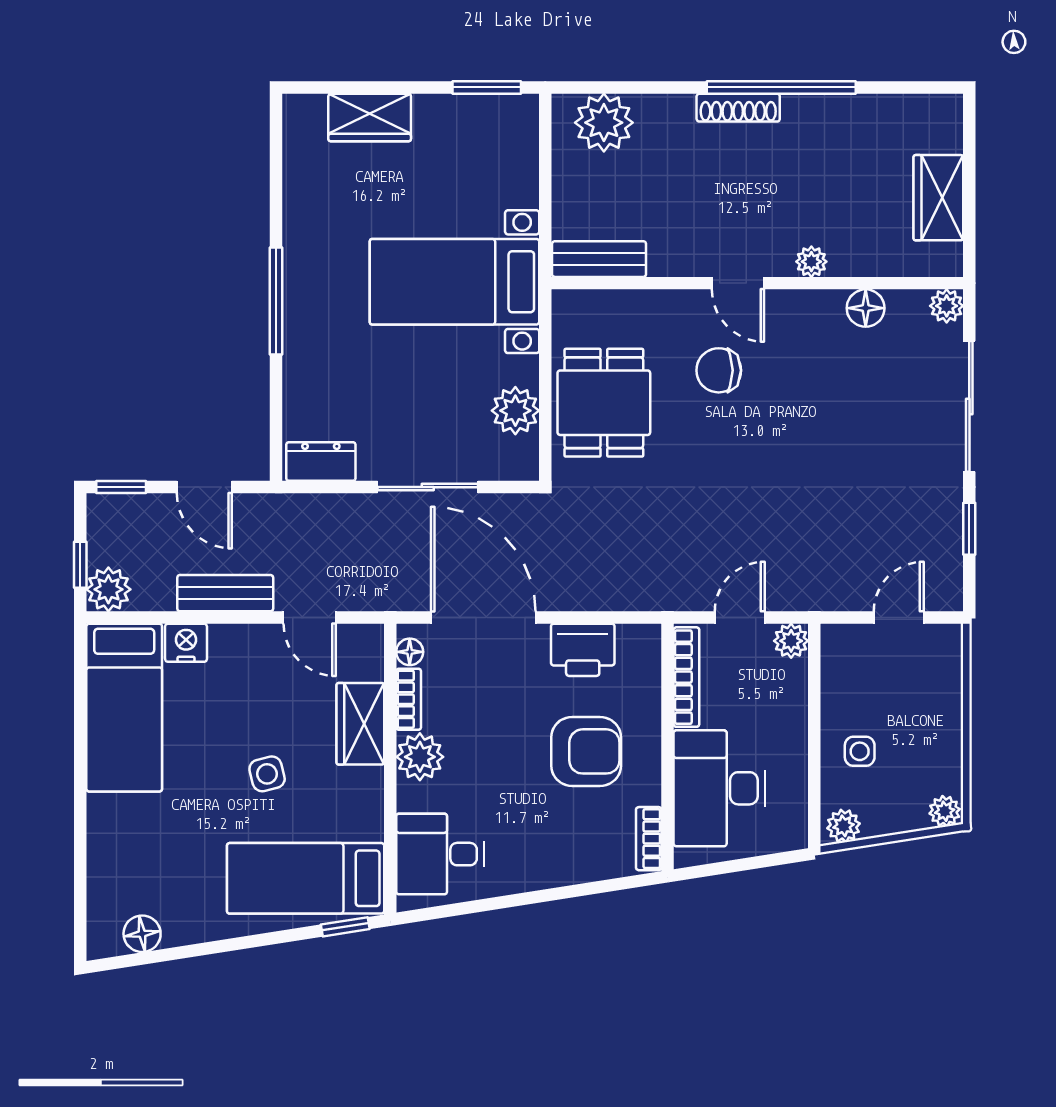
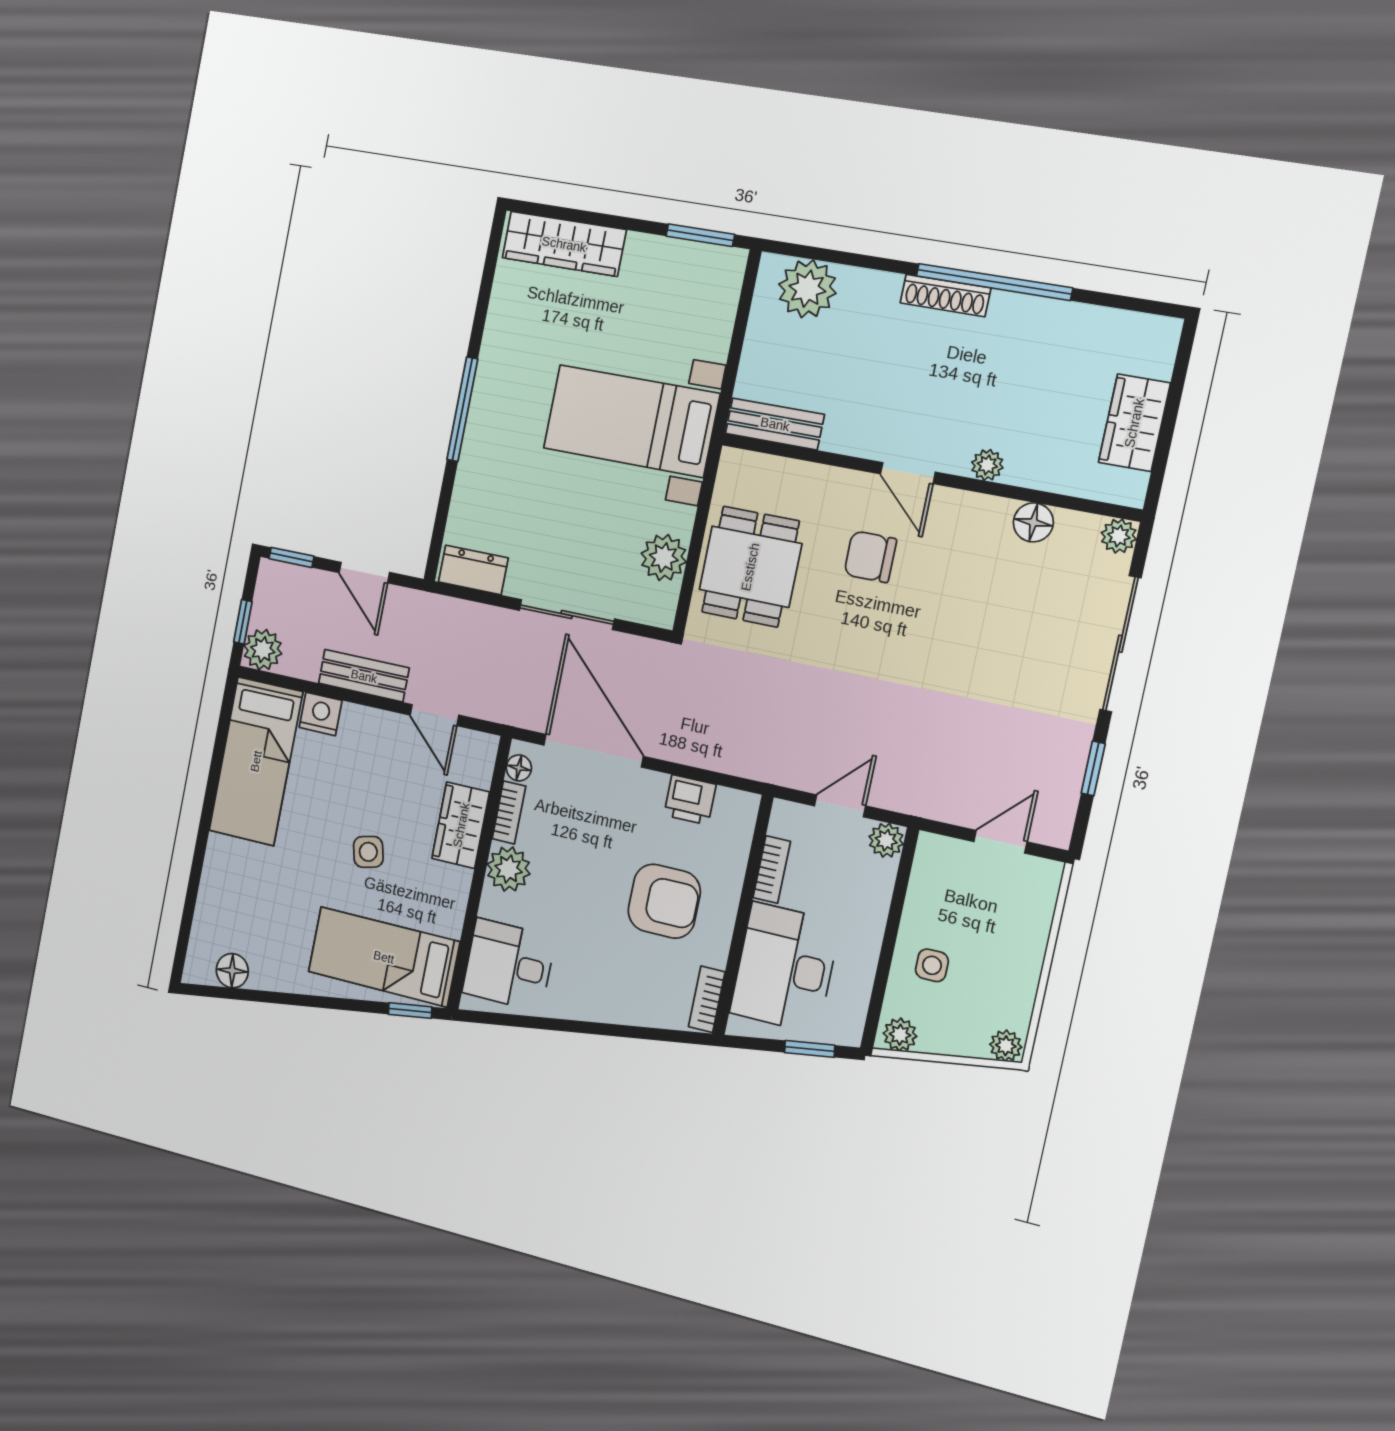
wardrobe: (370, 117) -> (564, 244), width x1.50
printer: (583, 650) -> (690, 800), width x0.73, depth x0.81
bookcase: (686, 677) -> (772, 870), width x0.64
window: (760, 862) -> (810, 1049), added

